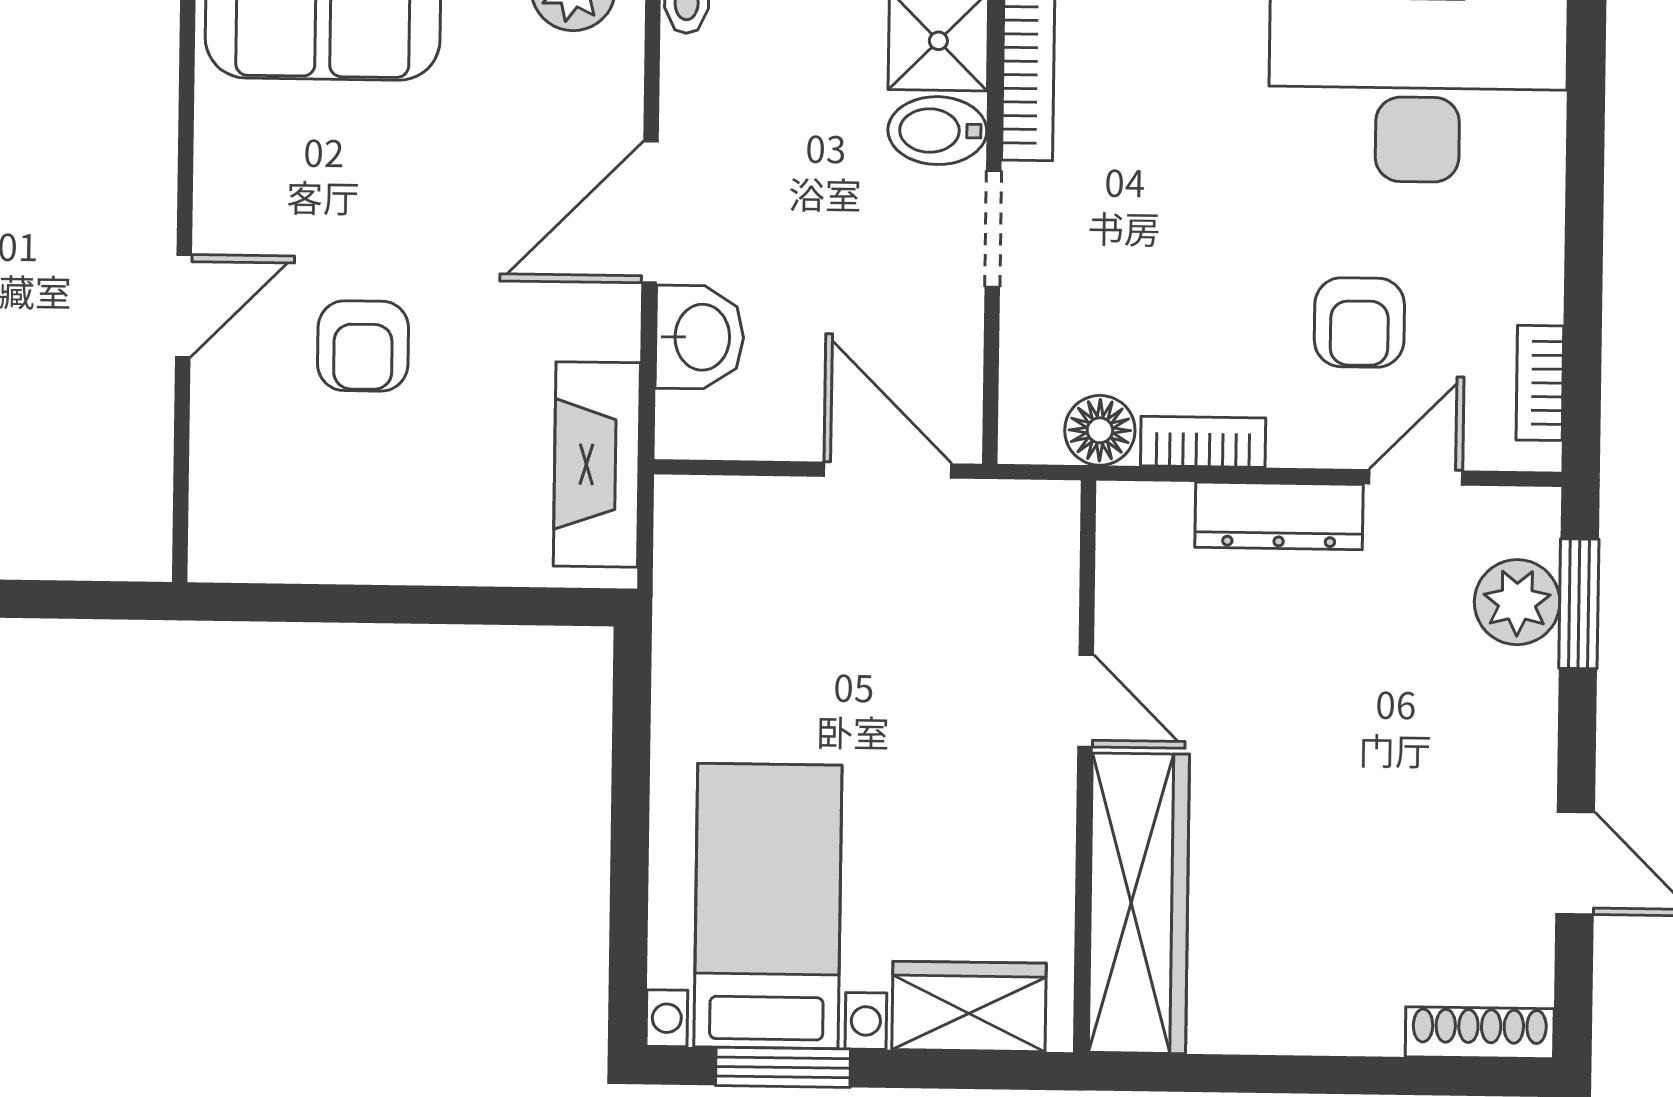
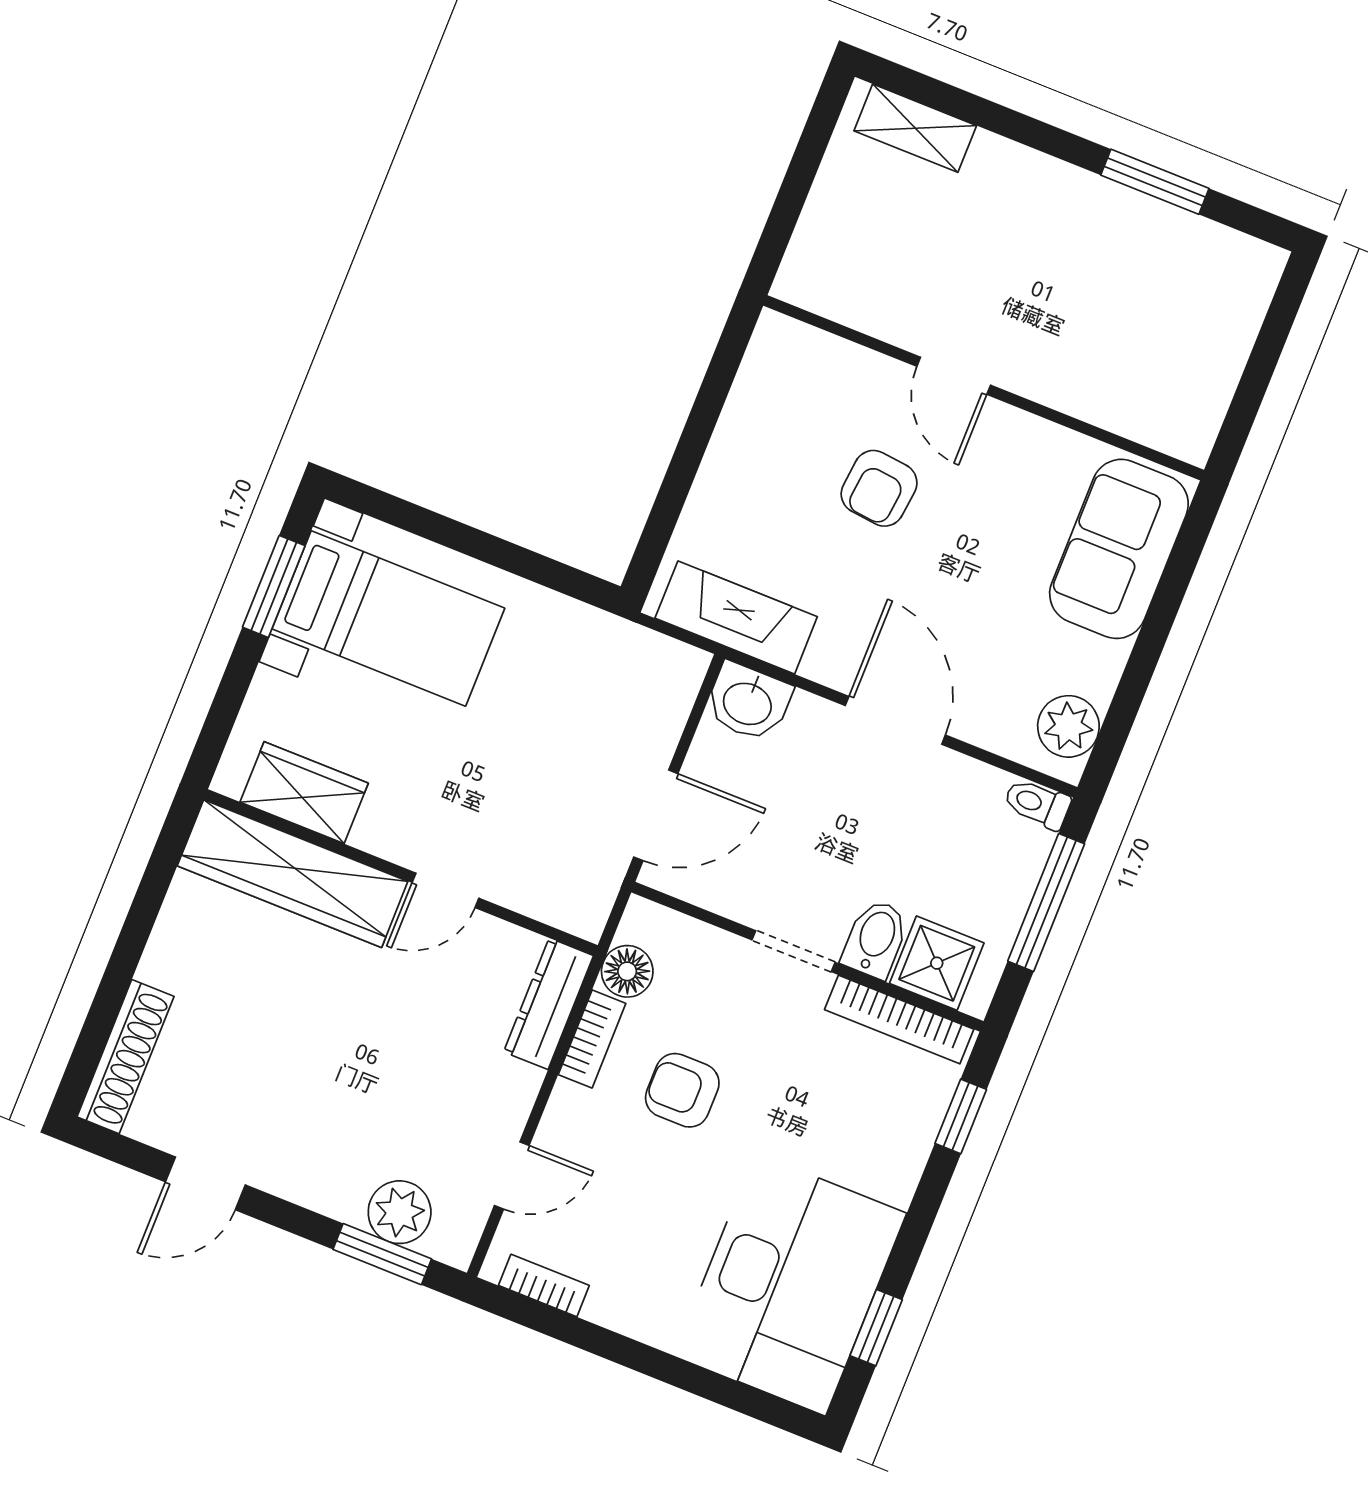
armchair: (1359, 322) -> (682, 1090), moved
washbasin: (700, 337) -> (748, 702), moved
armchair: (363, 346) -> (879, 488), turned -84
door: (1416, 477) -> (512, 1175), hinge flipped
dresser: (1279, 516) -> (549, 1004), moved
wardrobe: (969, 1006) -> (304, 793), moved, turned -90
shoe rack: (1480, 1033) -> (125, 1057), width x1.36, depth x1.24

